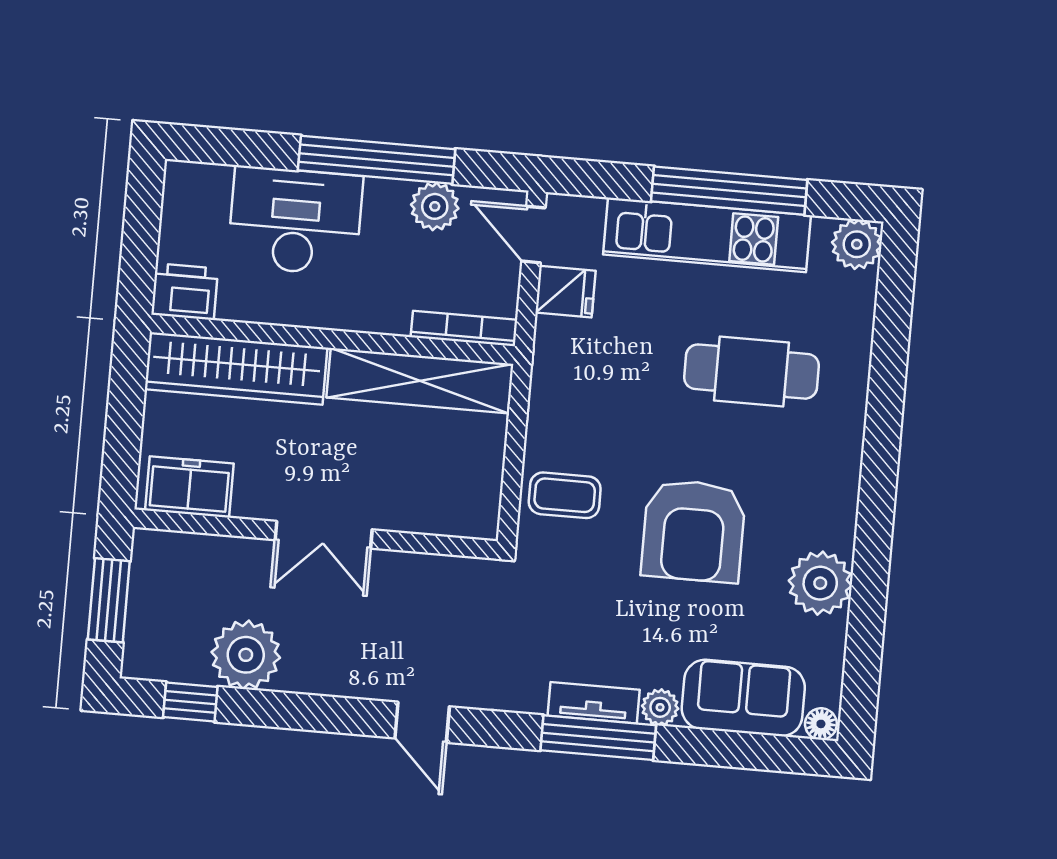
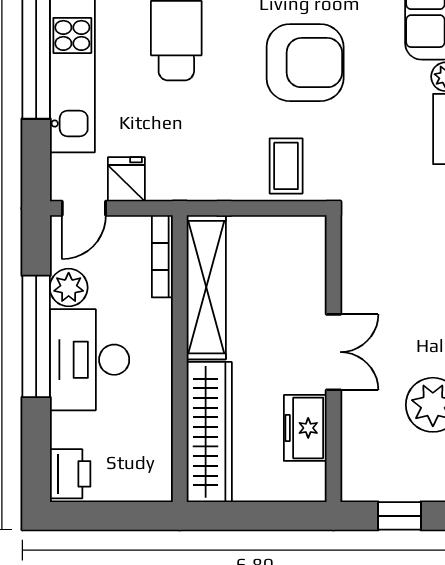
desk: (295, 221) -> (89, 360), moved
printer: (185, 292) -> (70, 474), moved, turned 180
freezer: (189, 487) -> (305, 428), moved
window: (109, 600) -> (399, 516), width x0.67

